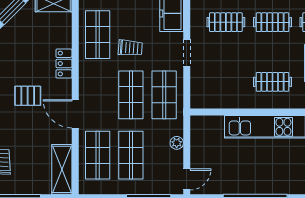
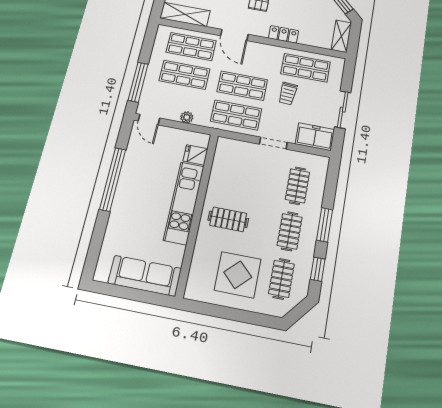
clothes rail: (272, 82) -> (228, 219), turned 90
door: (75, 114) -> (234, 35), swing flipped
fridge: (214, 126) -> (195, 155), added

